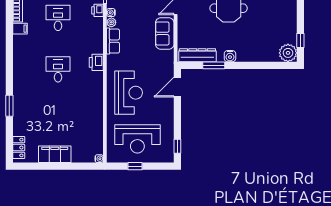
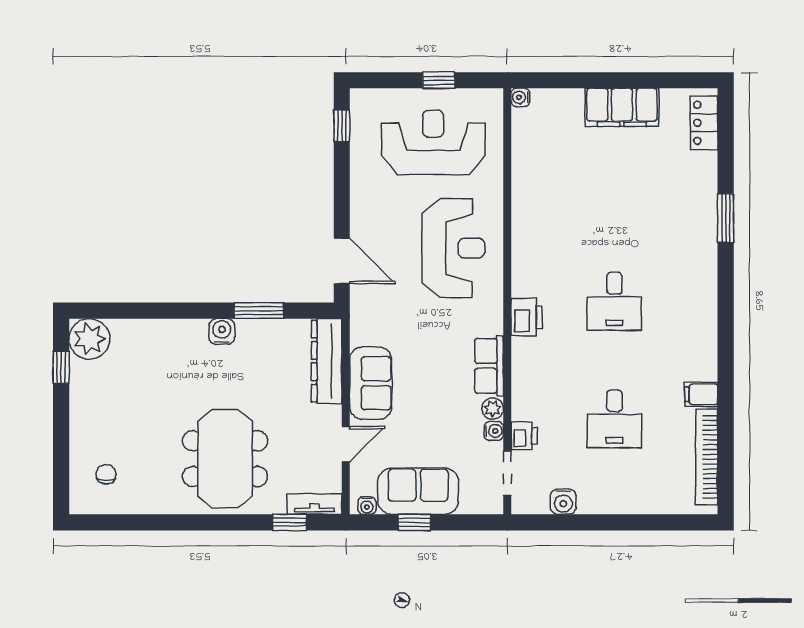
dresser: (197, 55) -> (327, 361), moved, turned 90
door: (177, 87) -> (342, 261), hinge flipped
reception desk: (129, 93) -> (453, 248), turned 180

